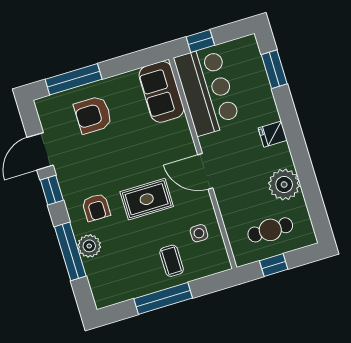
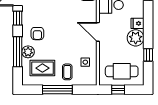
plant: (284, 185) -> (136, 38), moved
window: (309, 185) -> (148, 55), added
rug: (147, 199) -> (42, 68), moved
cafe table: (270, 230) -> (122, 71), width x1.37, depth x1.35

